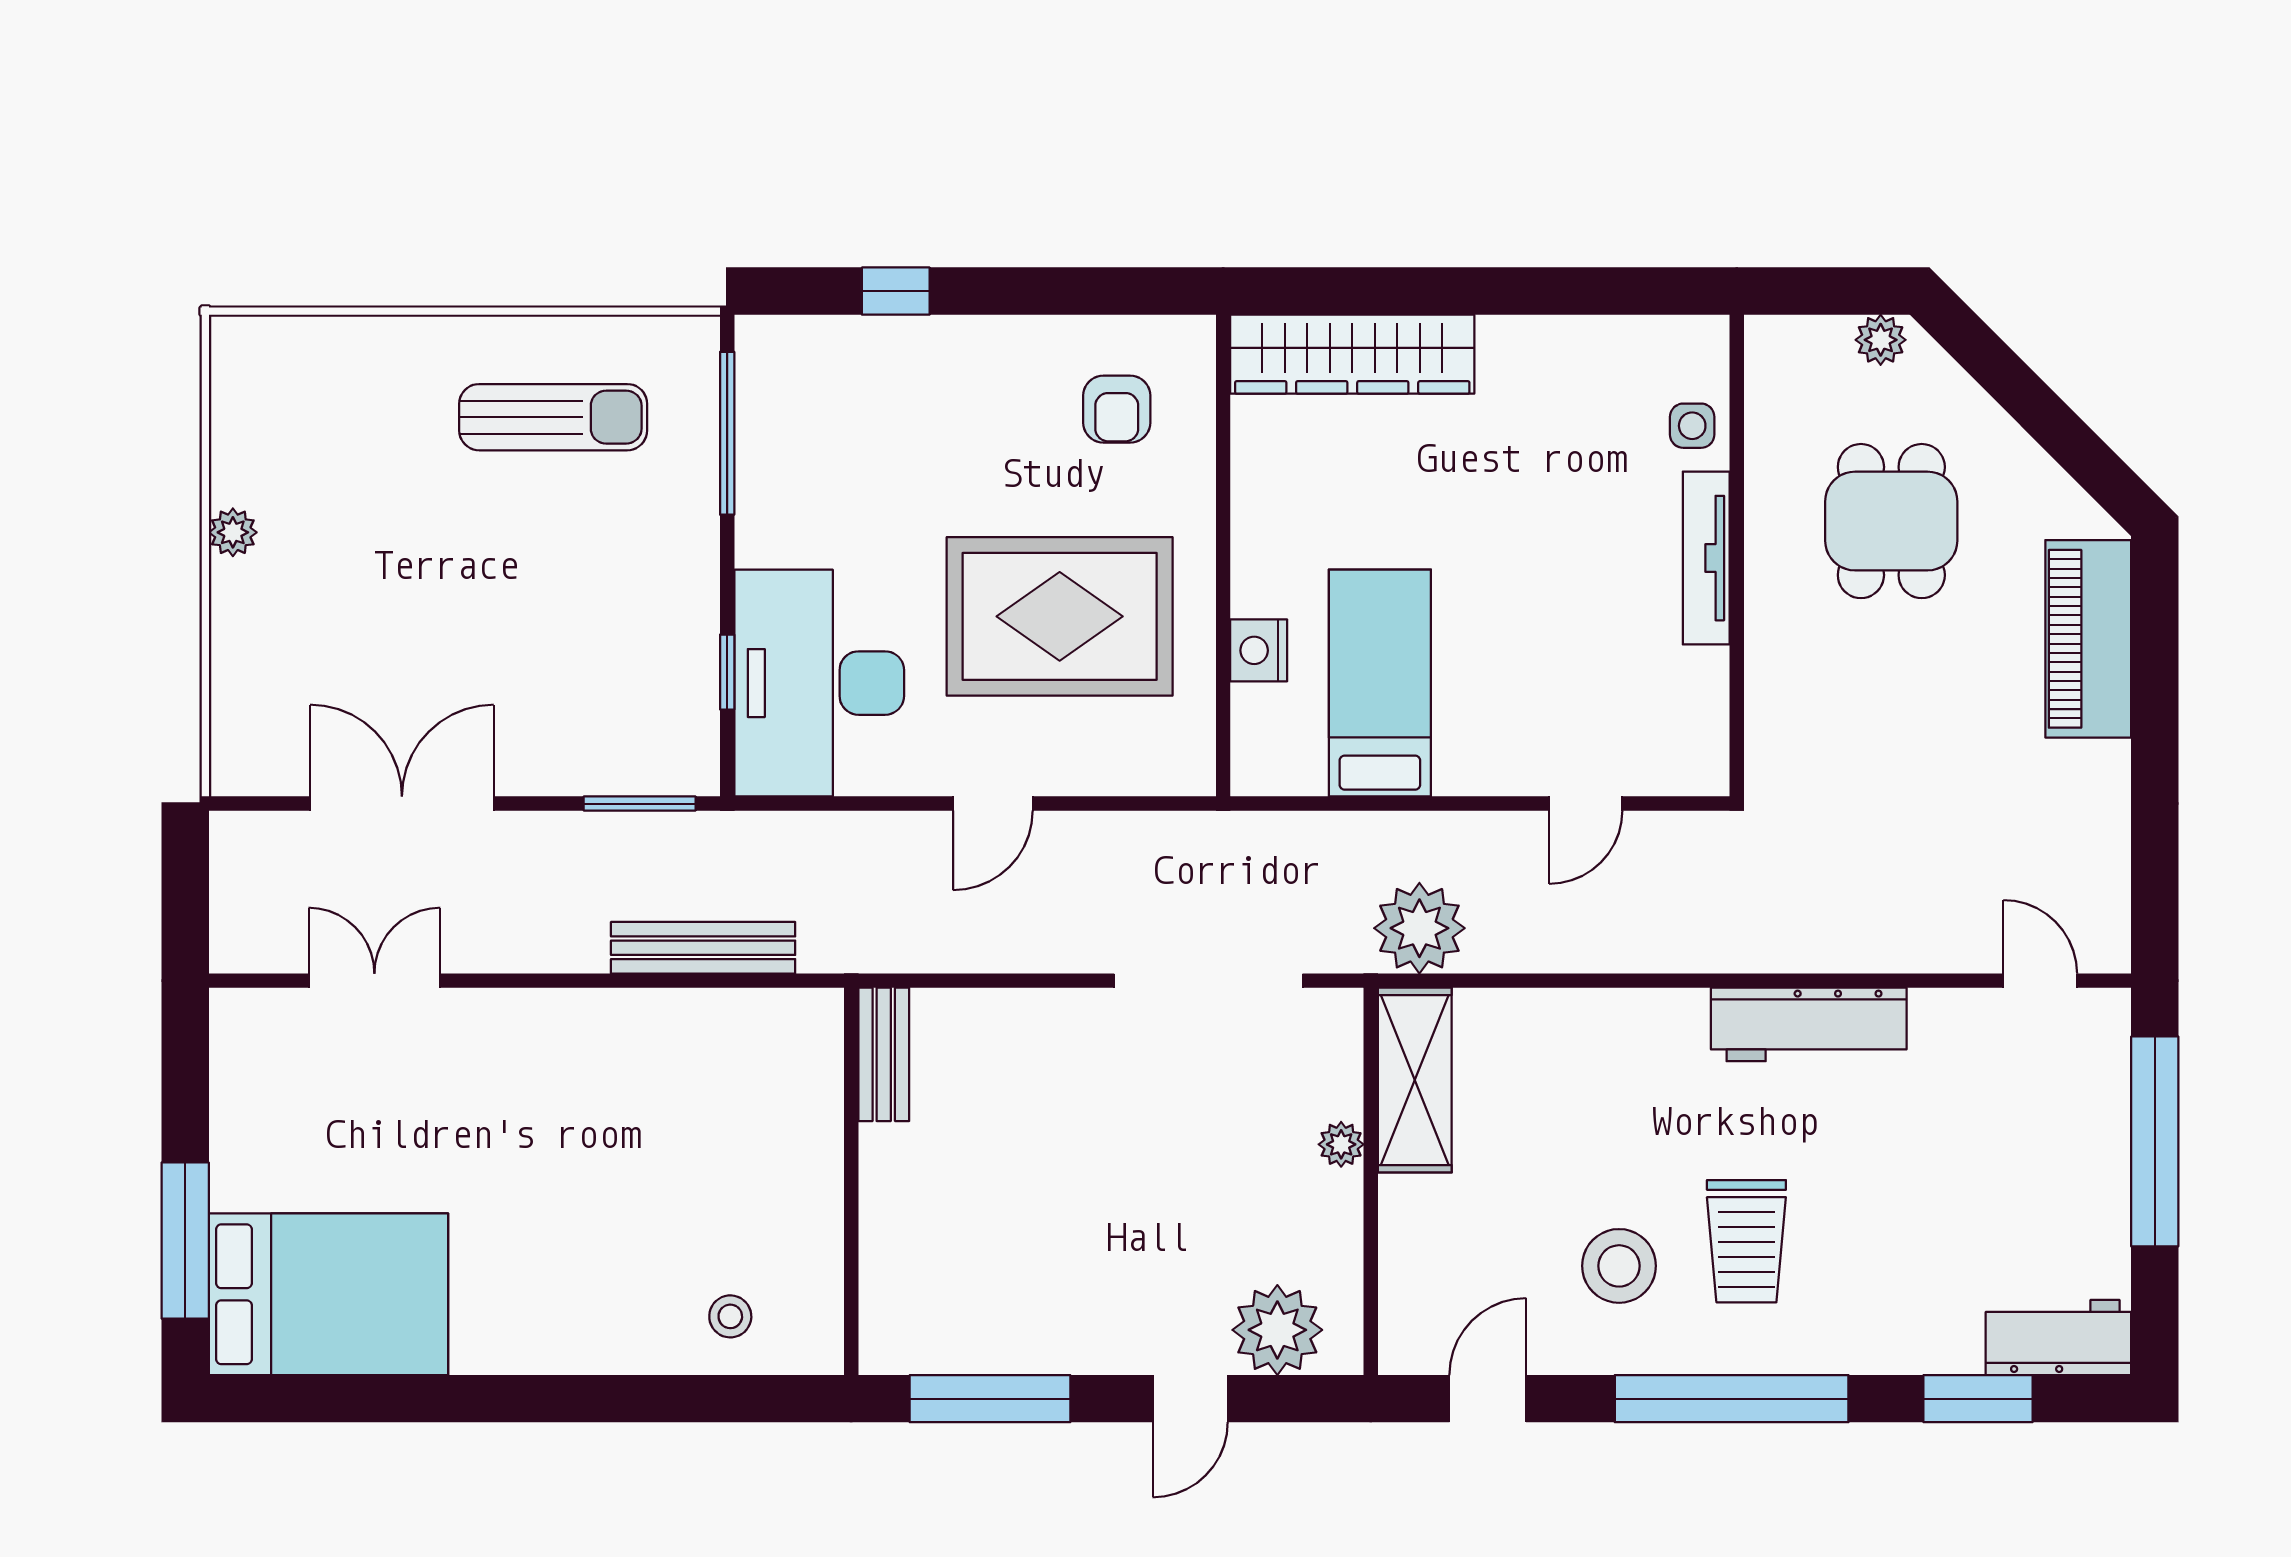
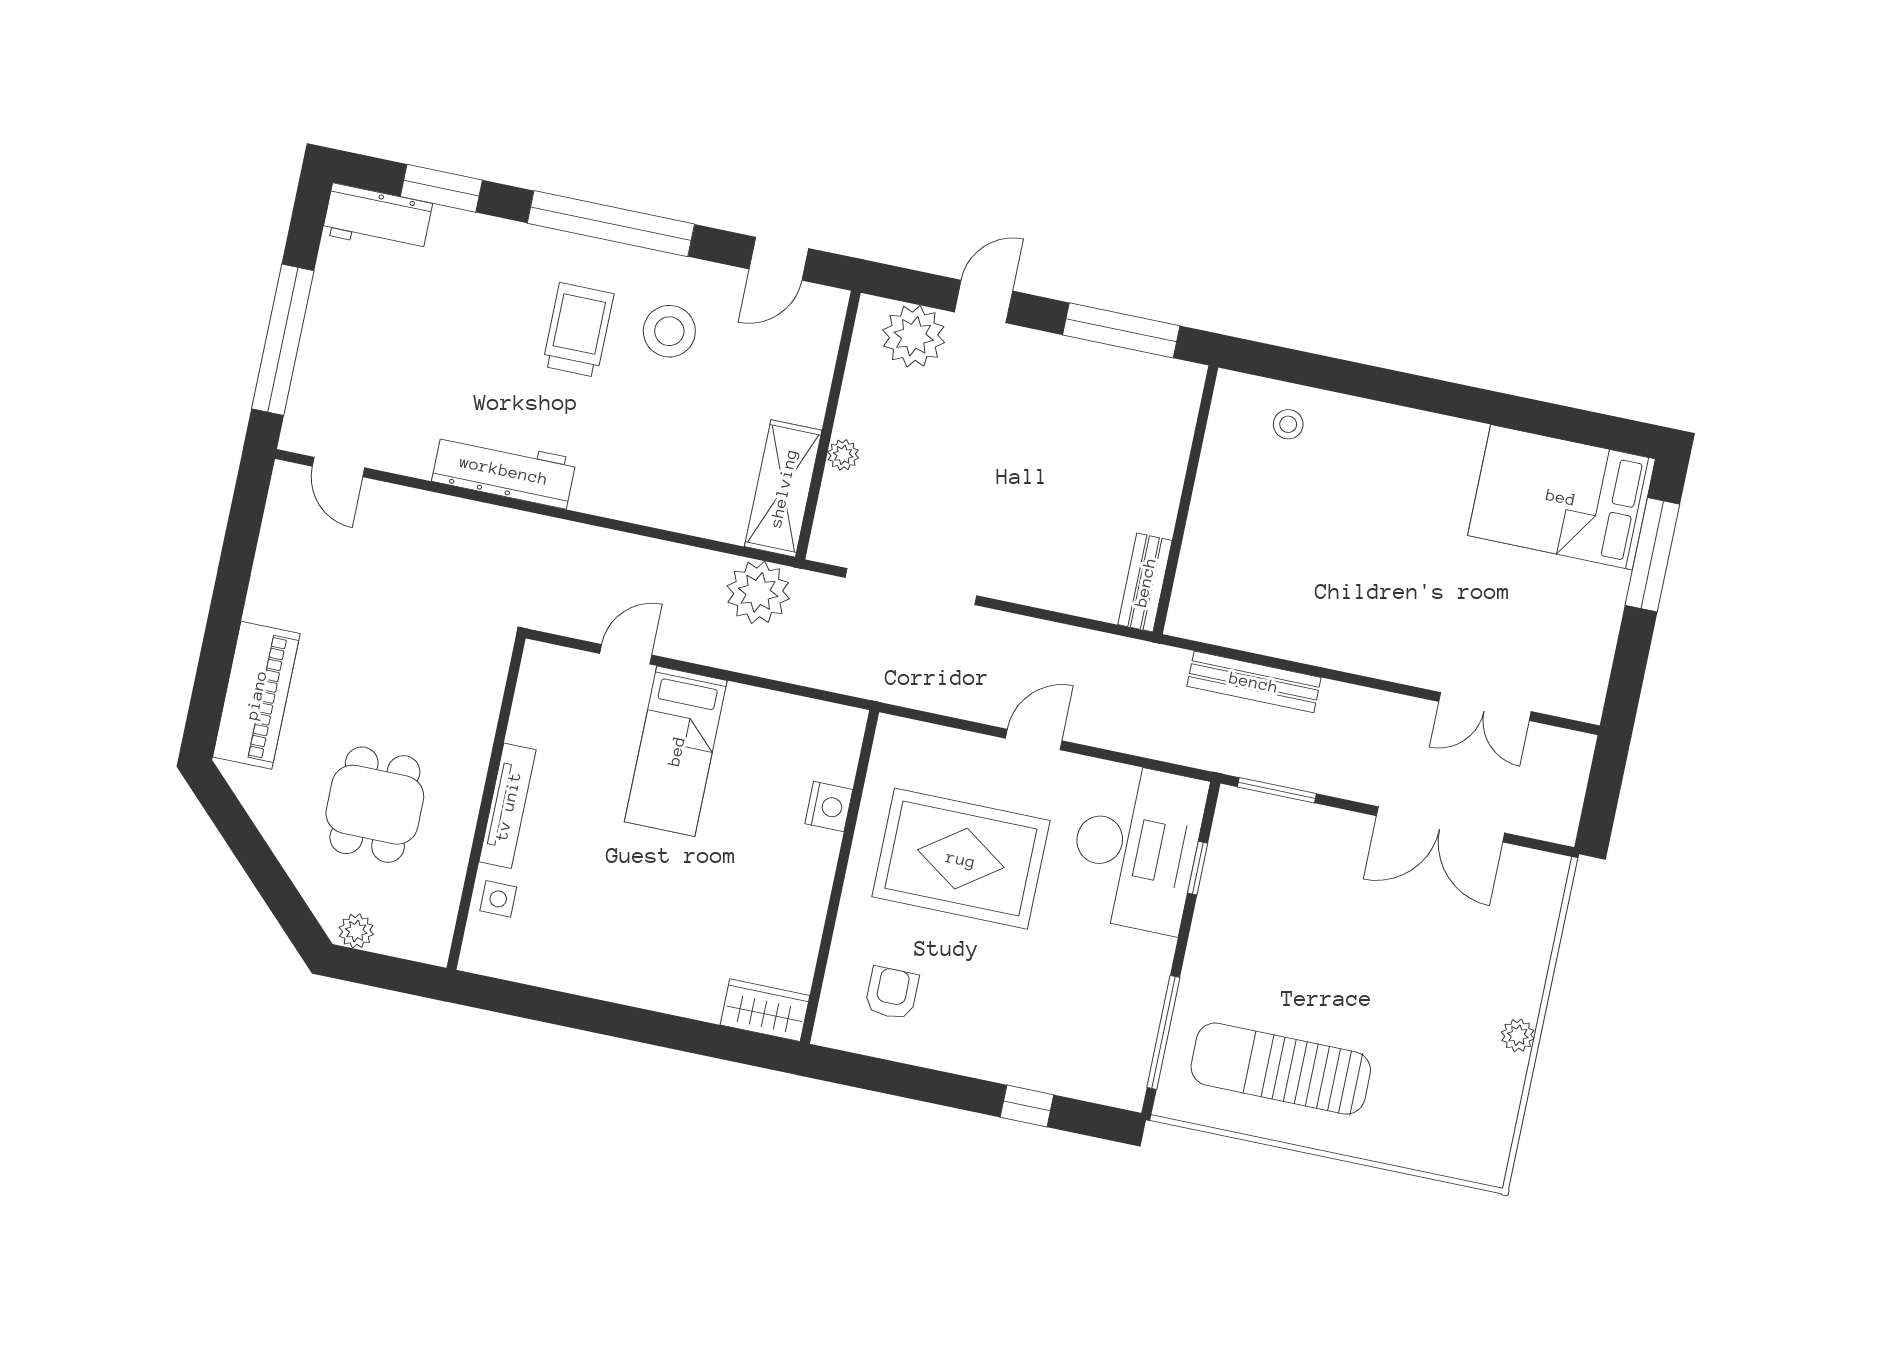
wardrobe: (1352, 354) -> (765, 1010), width x0.48, depth x0.85
sun lounger: (553, 417) -> (1281, 1069), width x1.36, depth x1.34
bed: (1380, 683) -> (676, 751), moved

